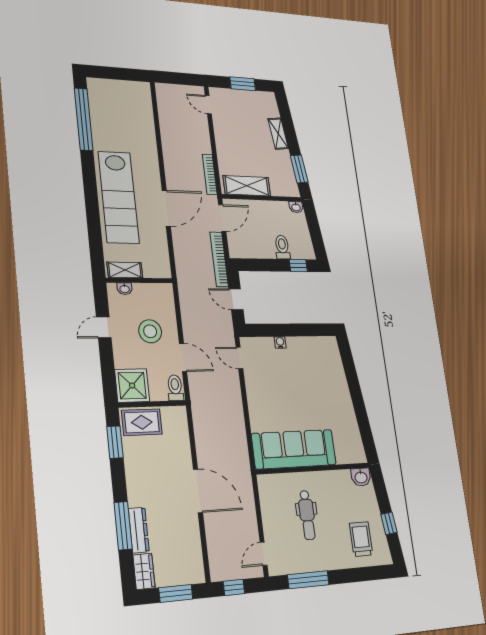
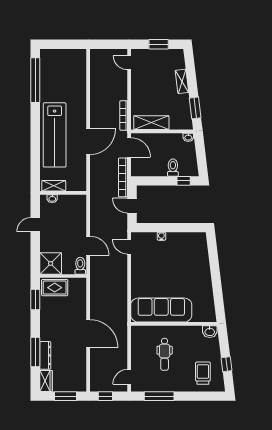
door: (222, 218) -> (129, 147), hinge flipped
stool: (150, 331) -> (67, 228), removed

